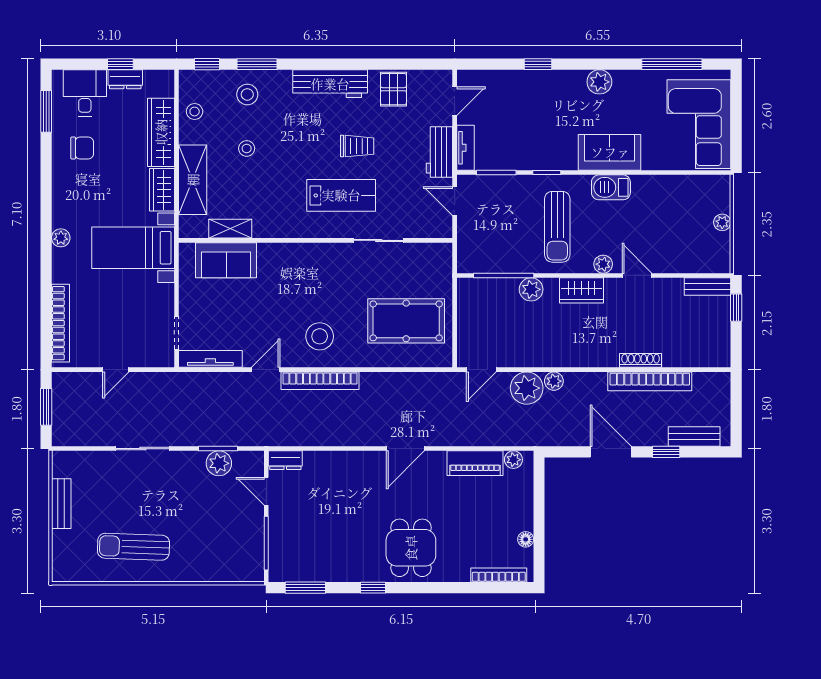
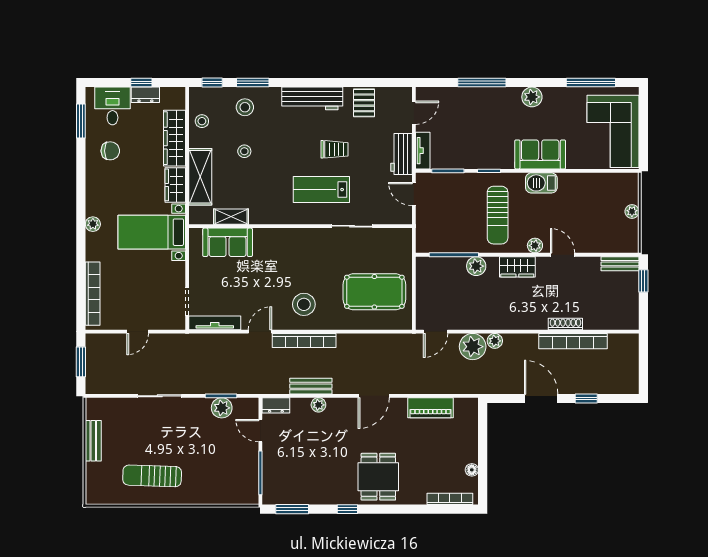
window: (538, 64) -> (482, 82), width x2.17
lab bench: (341, 195) -> (321, 190), turned 180
bench: (694, 437) -> (311, 386), moved
plant: (513, 460) -> (318, 405), moved

